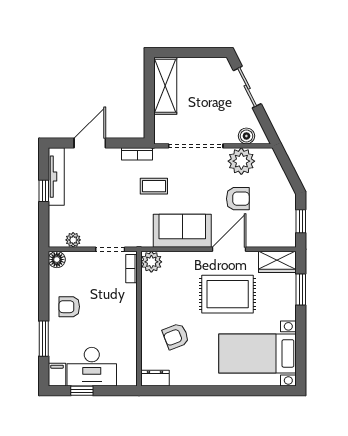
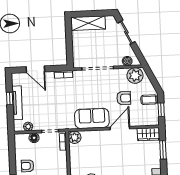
shelving: (165, 86) -> (88, 23), moved, turned 90
door: (90, 143) -> (35, 69), swing flipped
plant: (241, 161) -> (135, 76), moved
tv unit: (56, 177) -> (17, 103), moved
coffee table: (154, 186) -> (149, 100), moved
floor lamp: (57, 260) -> (34, 138), moved
rug: (228, 294) -> (120, 154), removed

